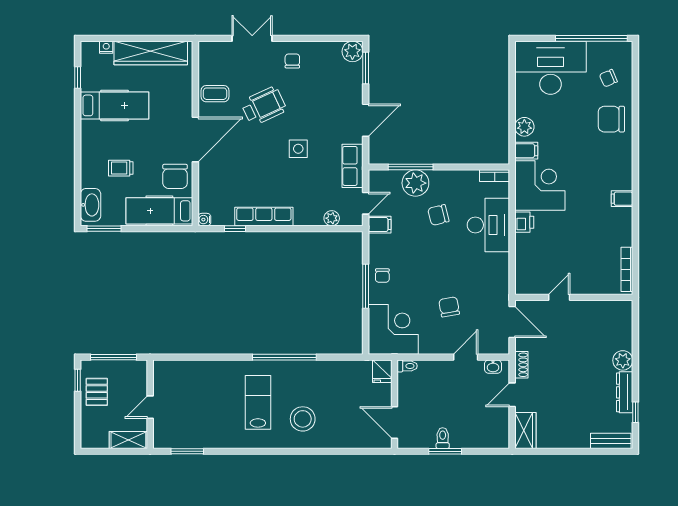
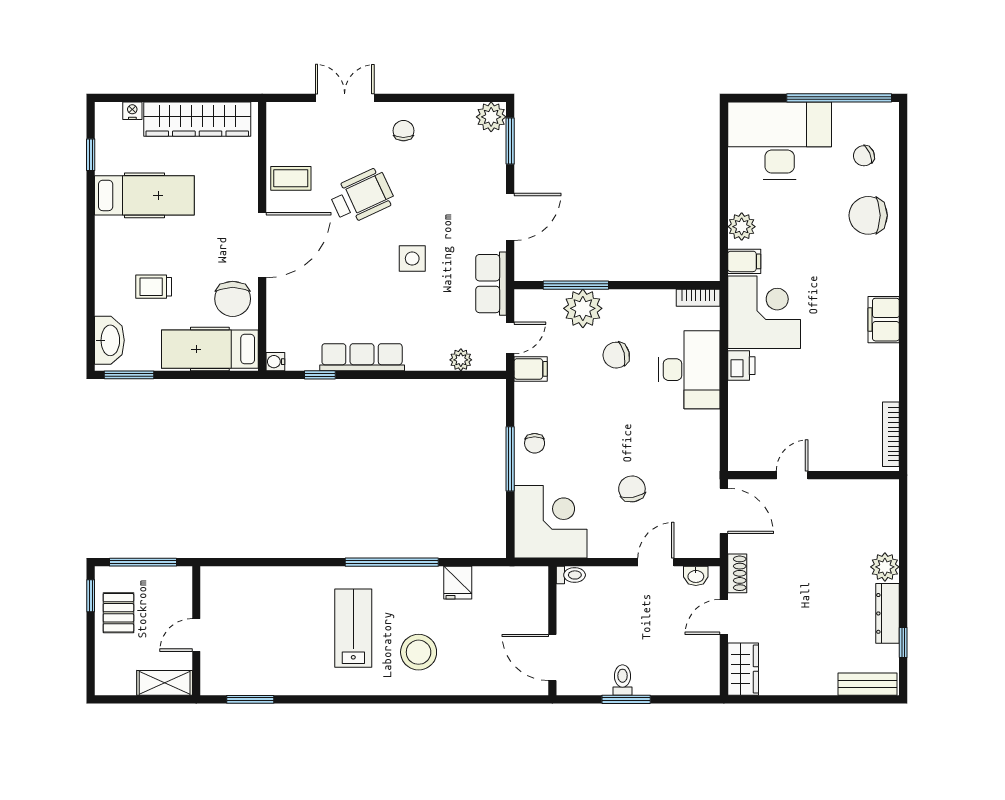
filing cabinet: (622, 199) -> (884, 320), width x2.00
fridge: (382, 371) -> (458, 583), moved

